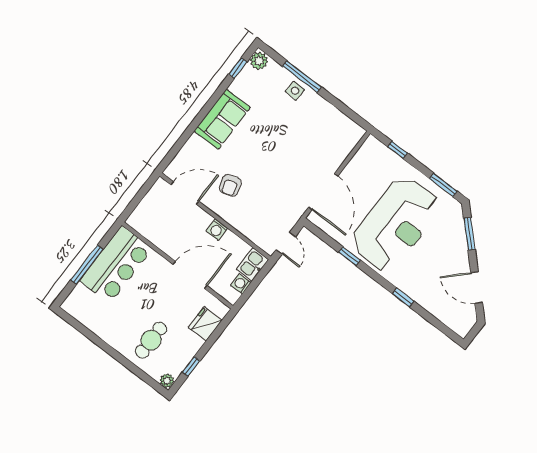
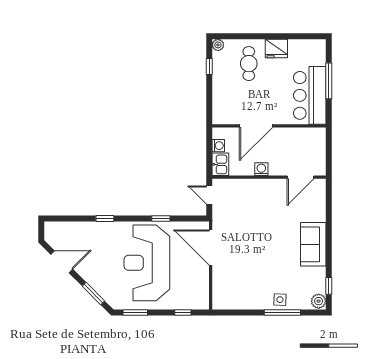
armchair: (230, 185) -> (275, 205), removed
fridge: (205, 324) -> (276, 48), moved, turned 90

